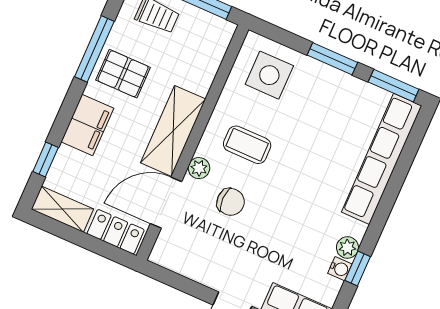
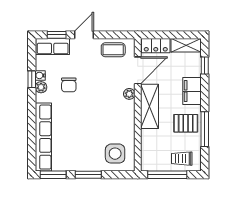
coffee table: (247, 145) -> (113, 50), moved
chair: (231, 202) -> (69, 85), moved, turned -90

